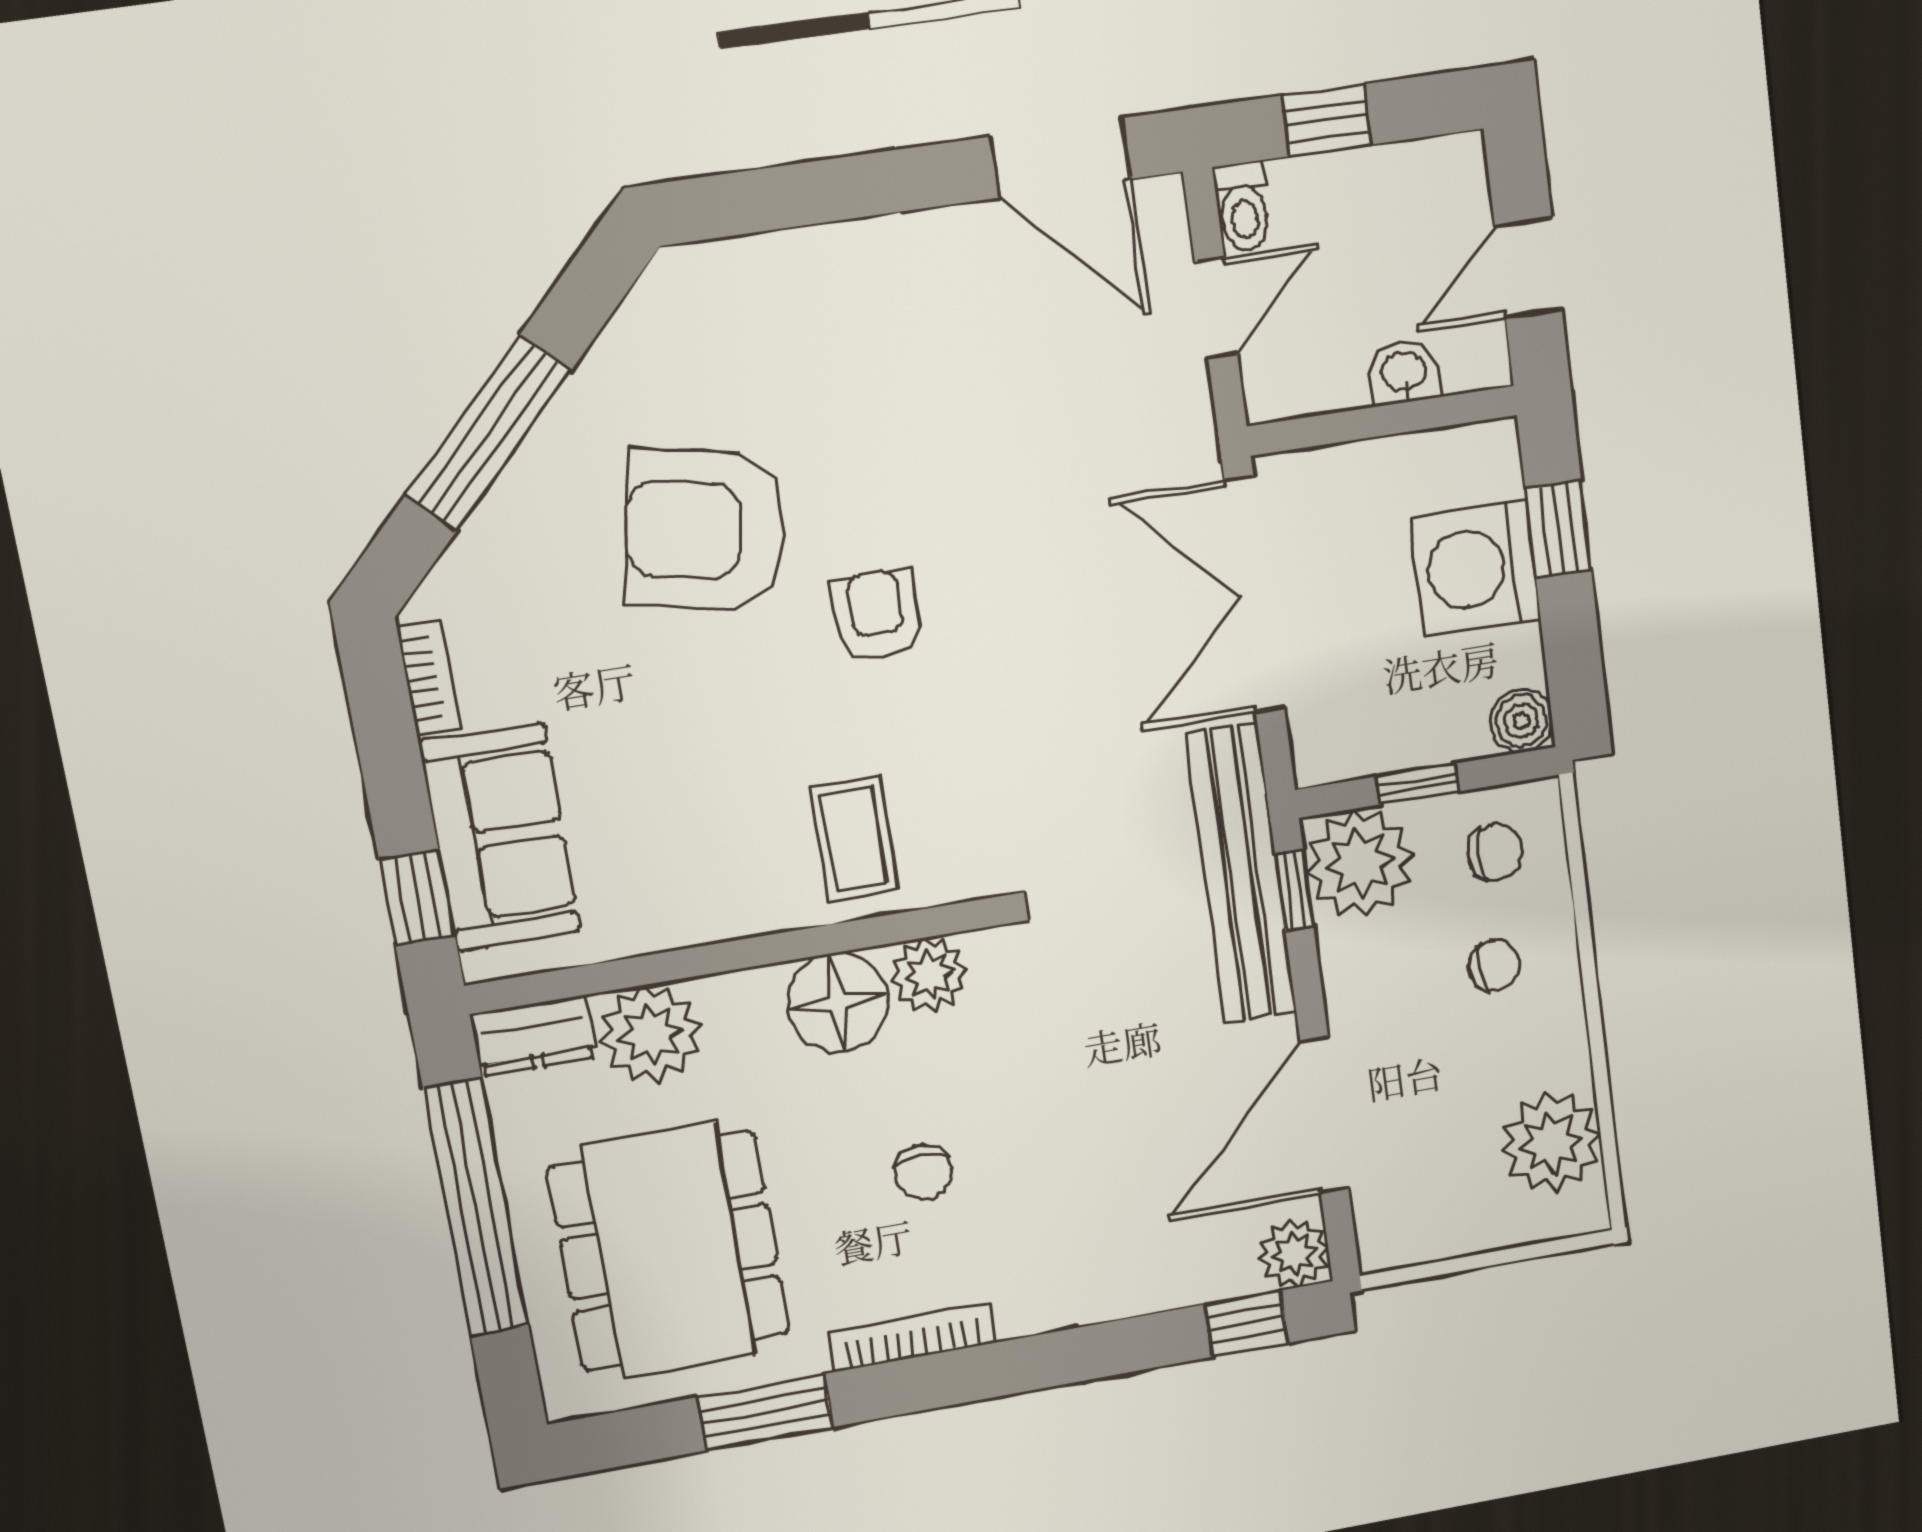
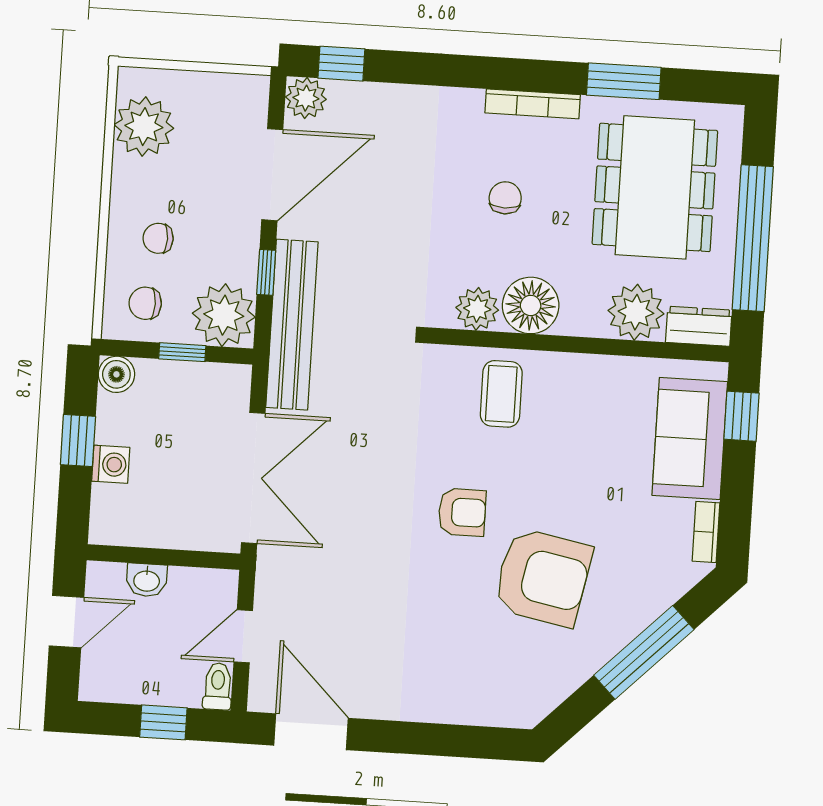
window: (1558, 529) -> (78, 440), moved
washing machine: (1475, 568) -> (111, 464), width x0.53, depth x0.53
armchair: (876, 615) -> (462, 512), turned -90
window: (1294, 891) -> (266, 272), moved

